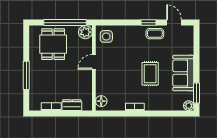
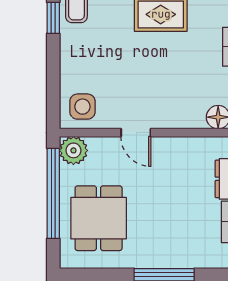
dining table: (53, 44) -> (99, 218), turned 90

